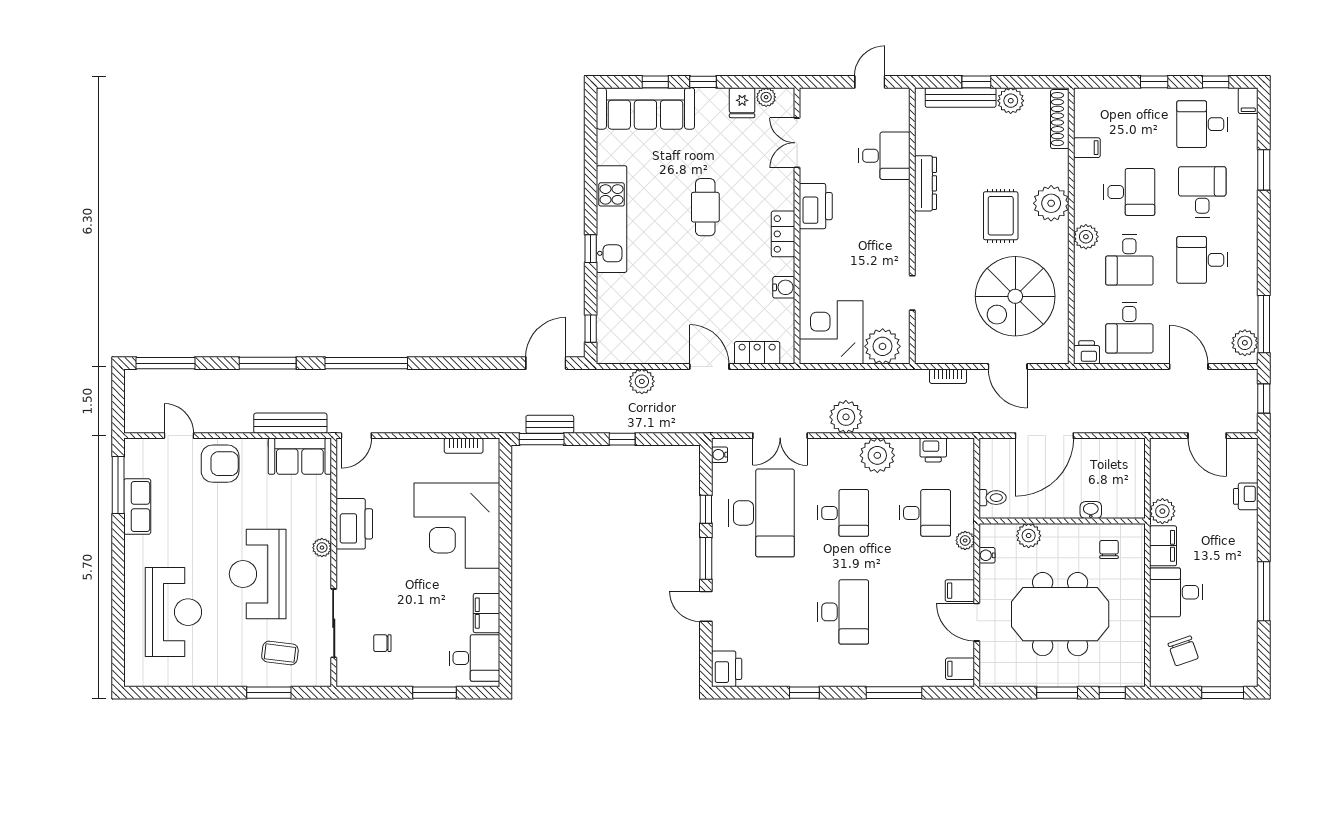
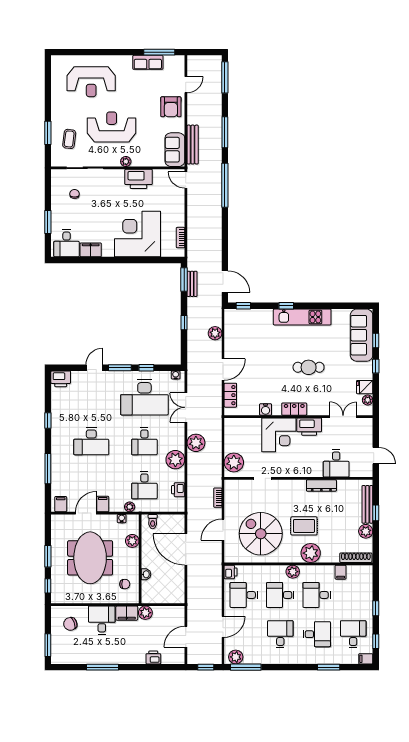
desk: (1129, 192) -> (317, 595), turned 90
corner desk: (831, 332) -> (279, 435), moved, turned 90

